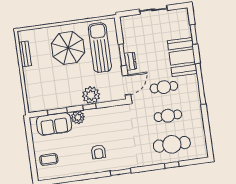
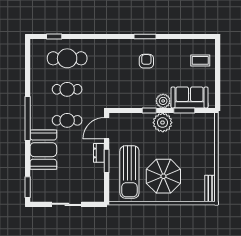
window: (194, 34) -> (28, 187), moved
bench: (25, 54) -> (210, 188), moved
plant: (91, 95) -> (163, 123), moved
window: (172, 165) -> (54, 36), moved
window: (121, 172) -> (145, 36), moved

